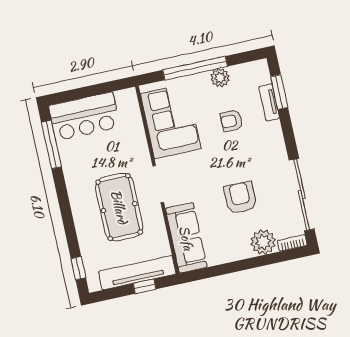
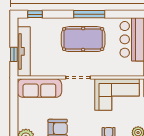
window: (51, 144) -> (89, 14), moved
pool table: (119, 207) -> (83, 39), moved

